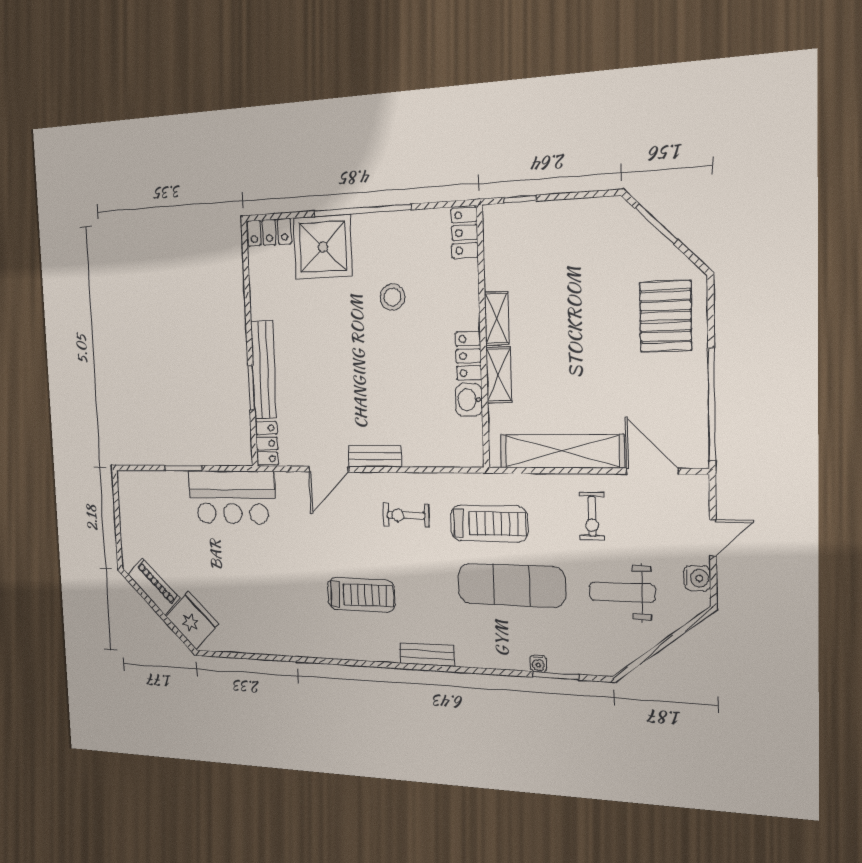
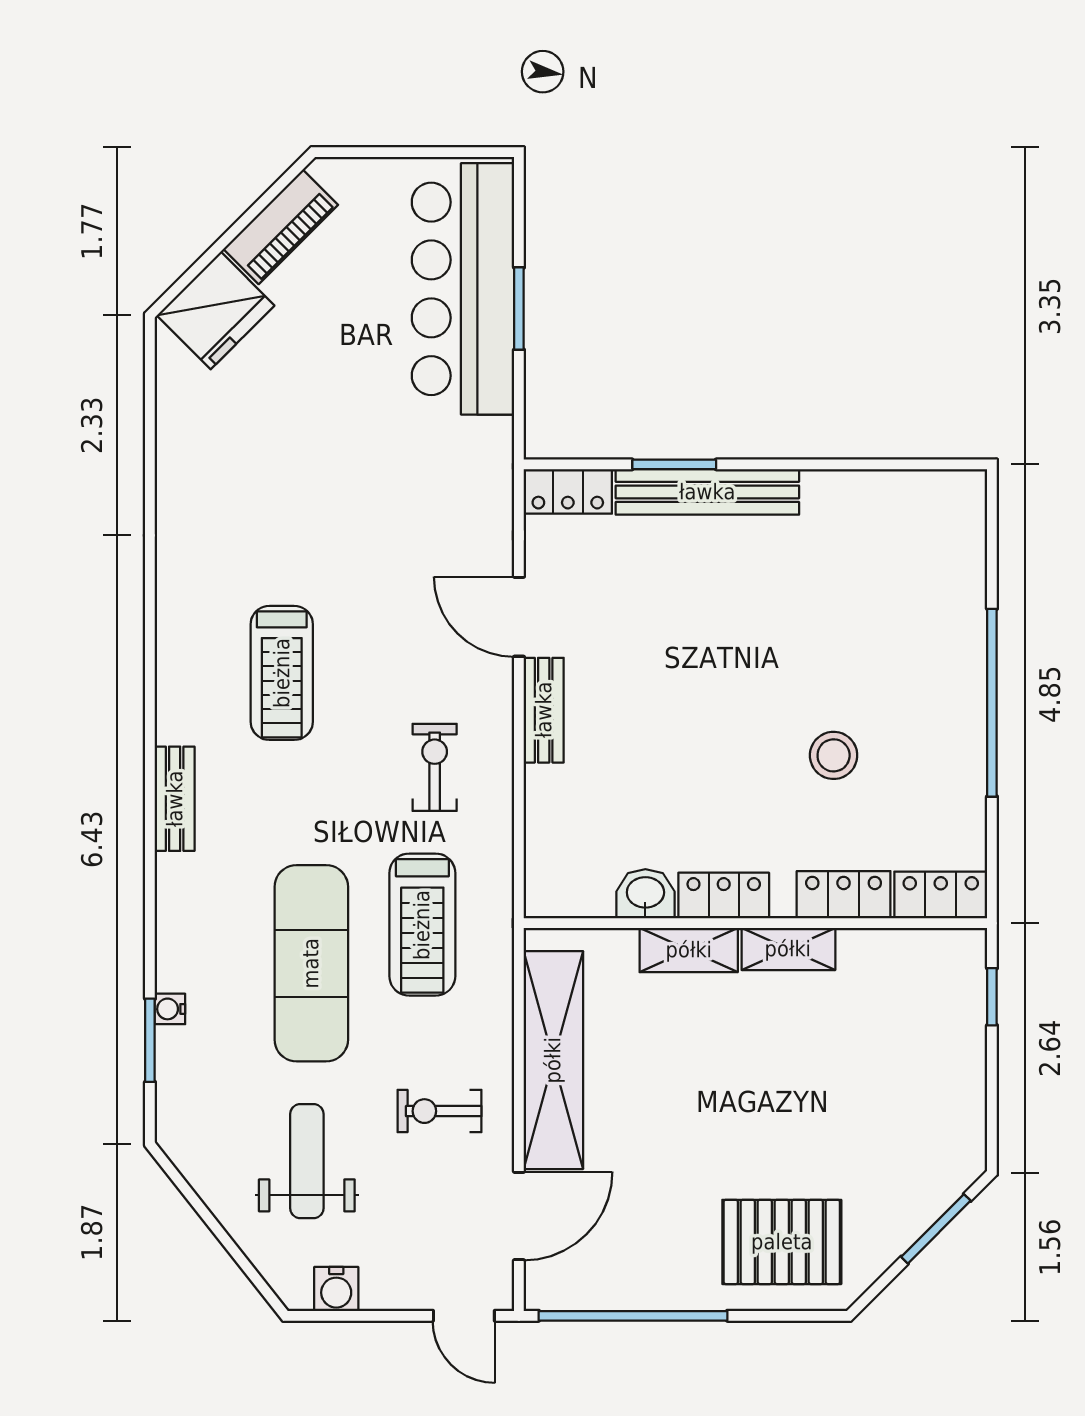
locker: (269, 232) -> (844, 895), moved, turned 90
shower: (323, 247) -> (931, 623), removed
bar counter: (232, 497) -> (463, 289), moved, width x1.36
door: (713, 538) -> (464, 1316), moved

